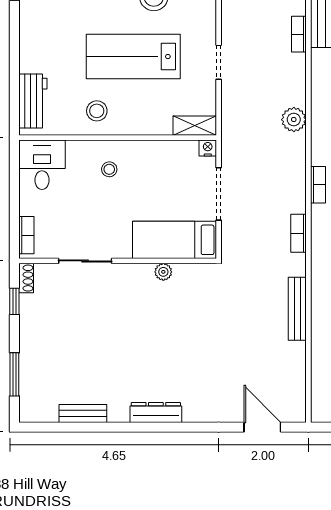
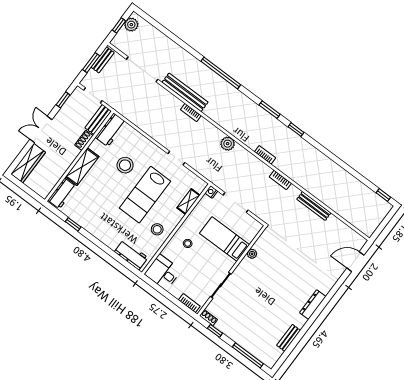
shelving: (195, 126) -> (188, 201), moved
bed: (174, 240) -> (224, 239), moved, turned 90
window: (14, 374) -> (248, 355), width x1.44

